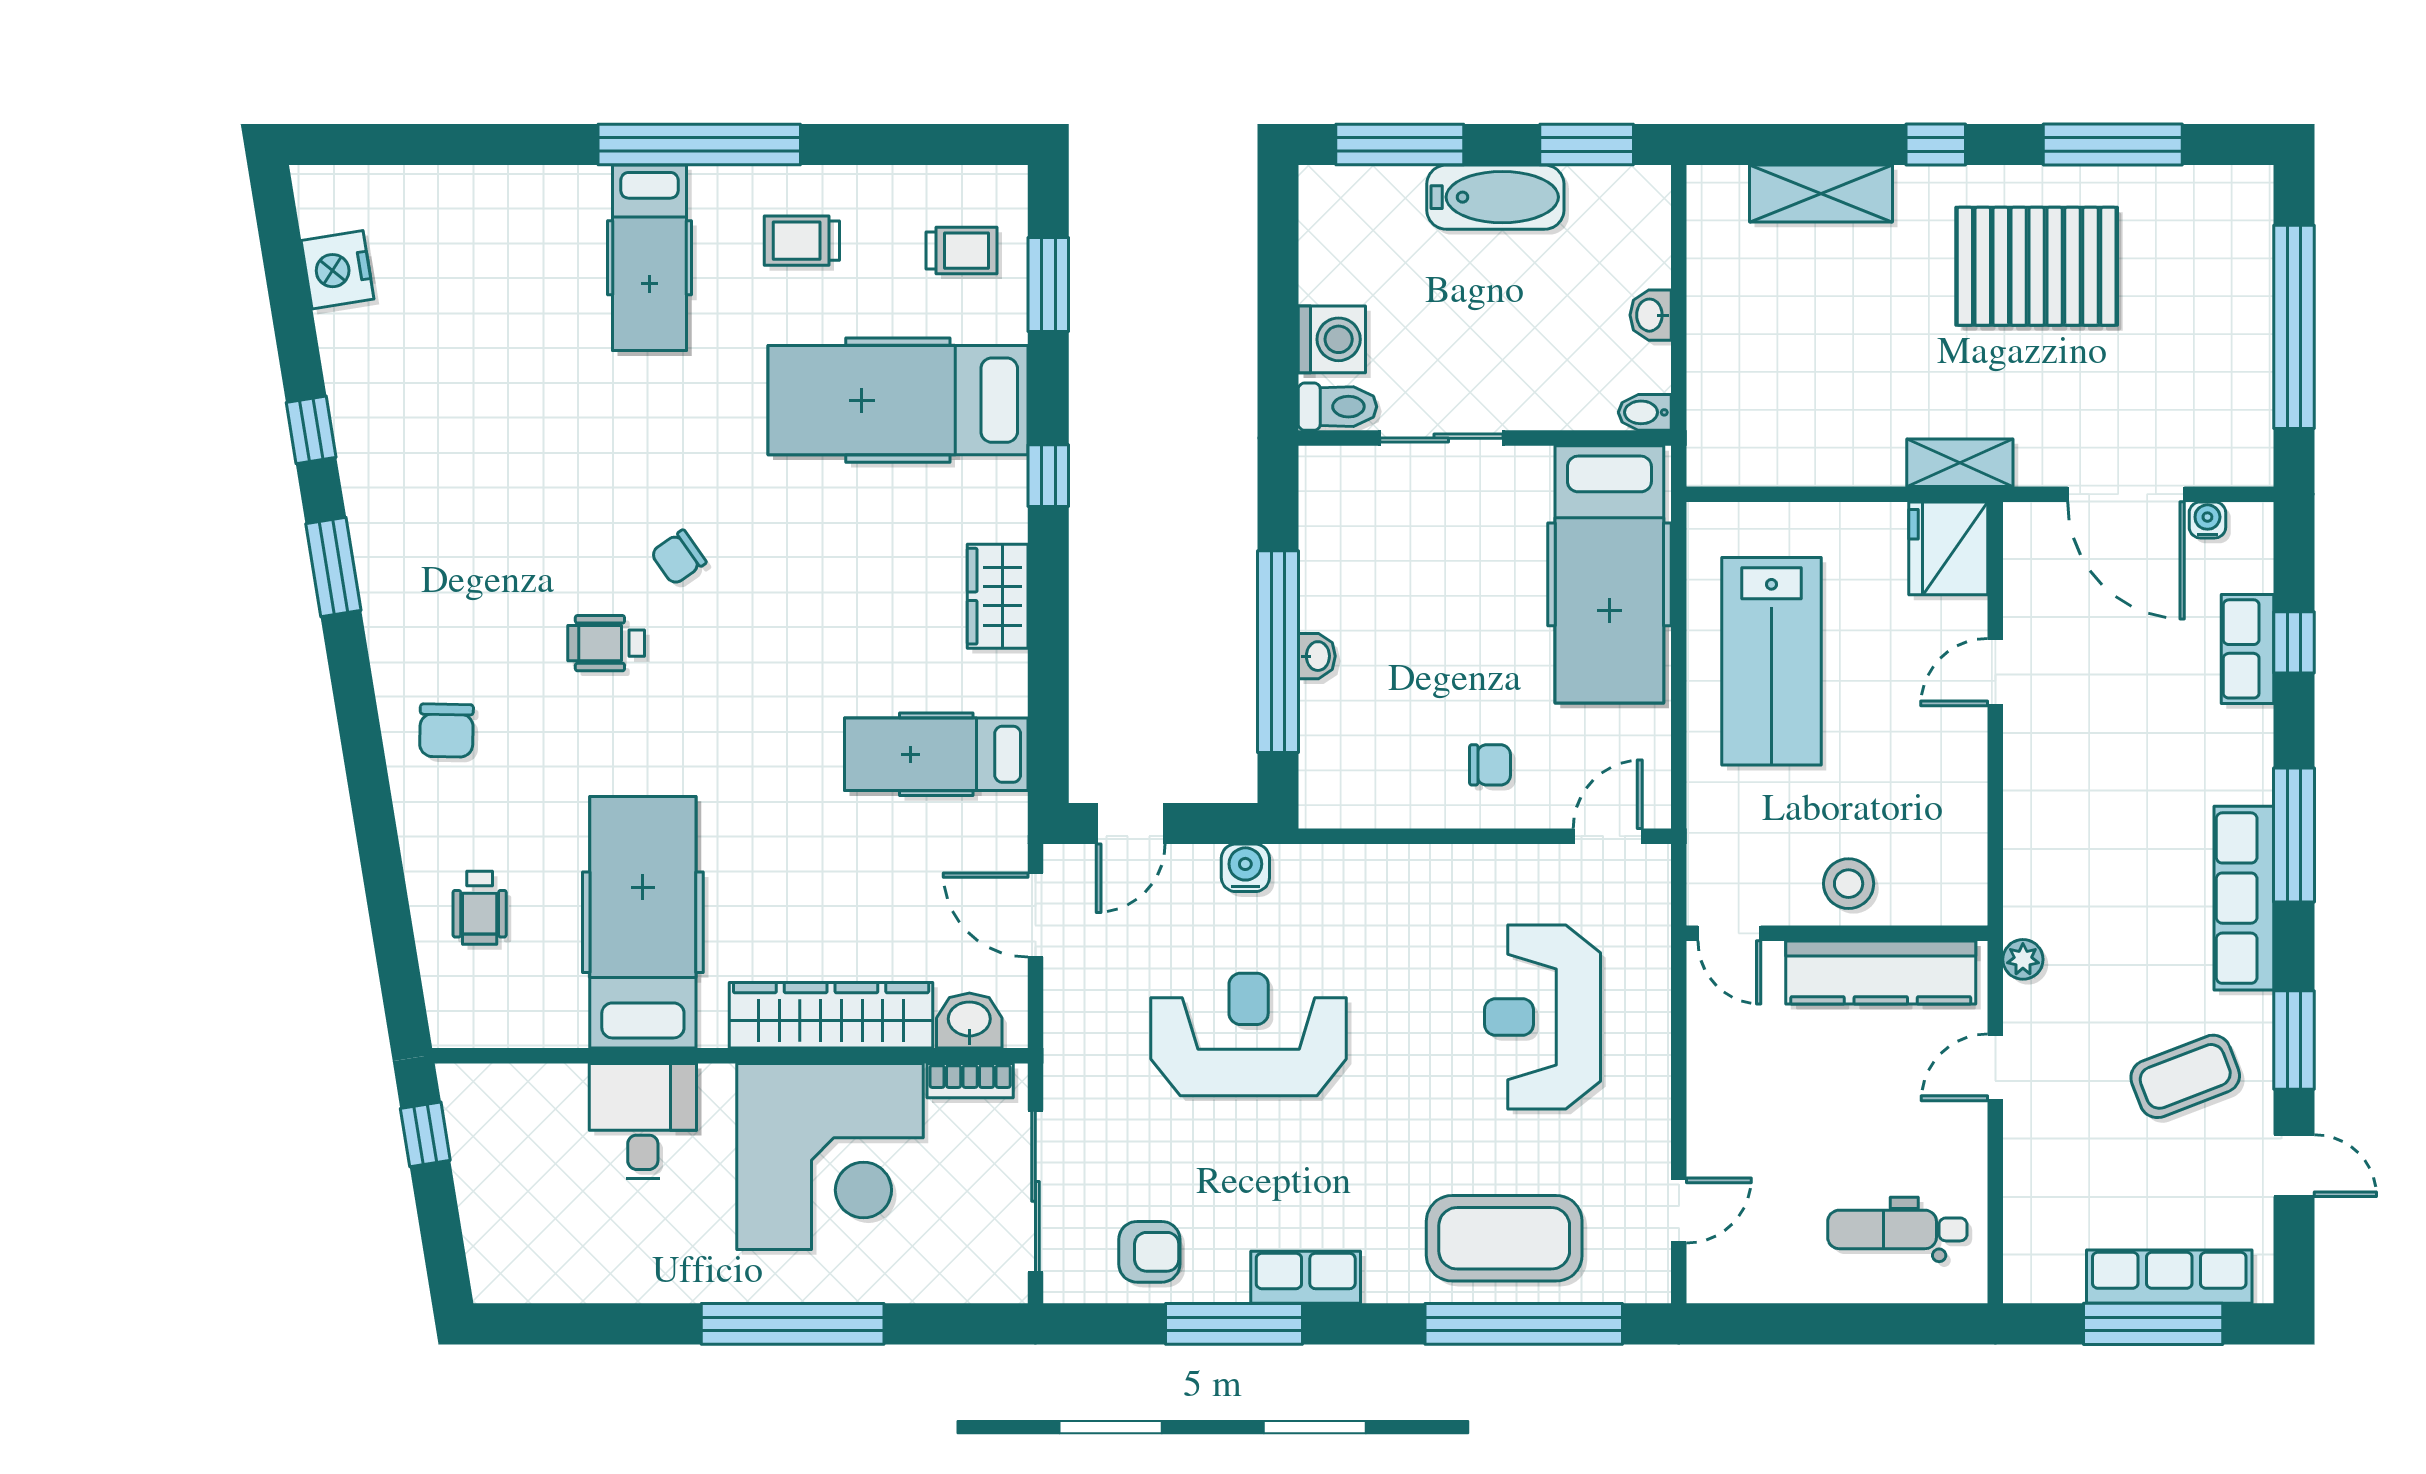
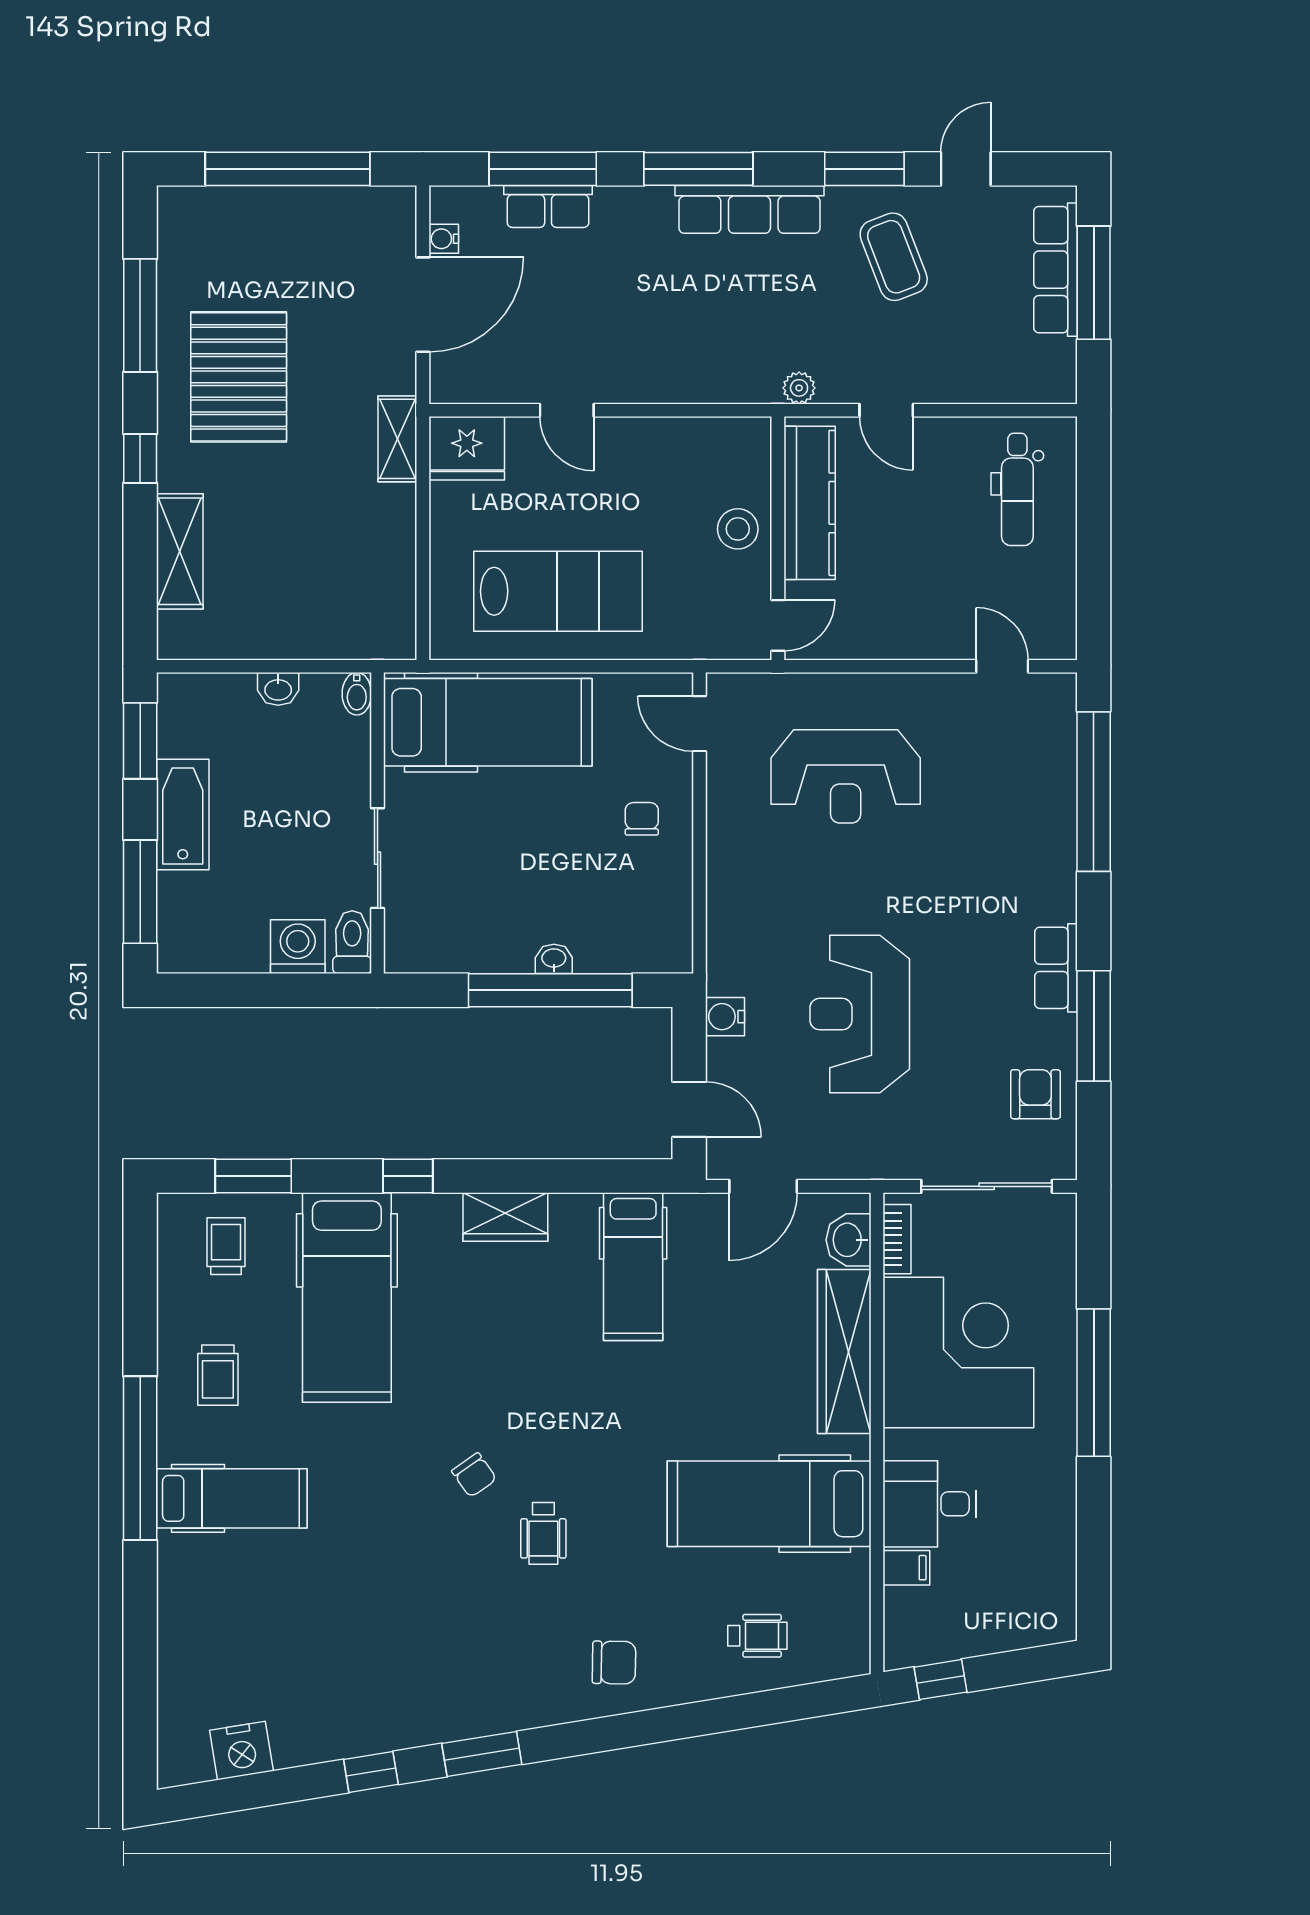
window: (2294, 642) -> (543, 169), width x2.17
filing cabinet: (564, 1092) -> (906, 1568), added
coffee table: (1504, 1238) -> (1024, 807), removed

